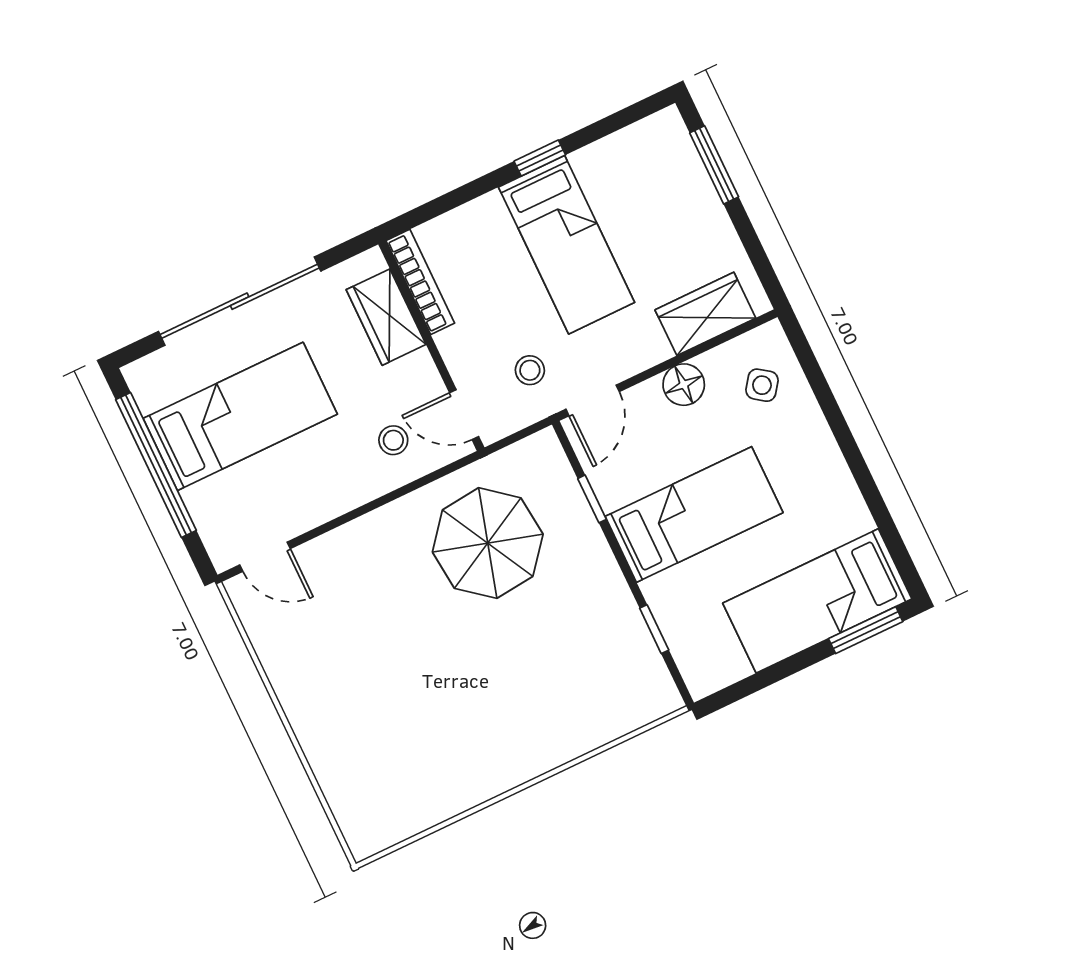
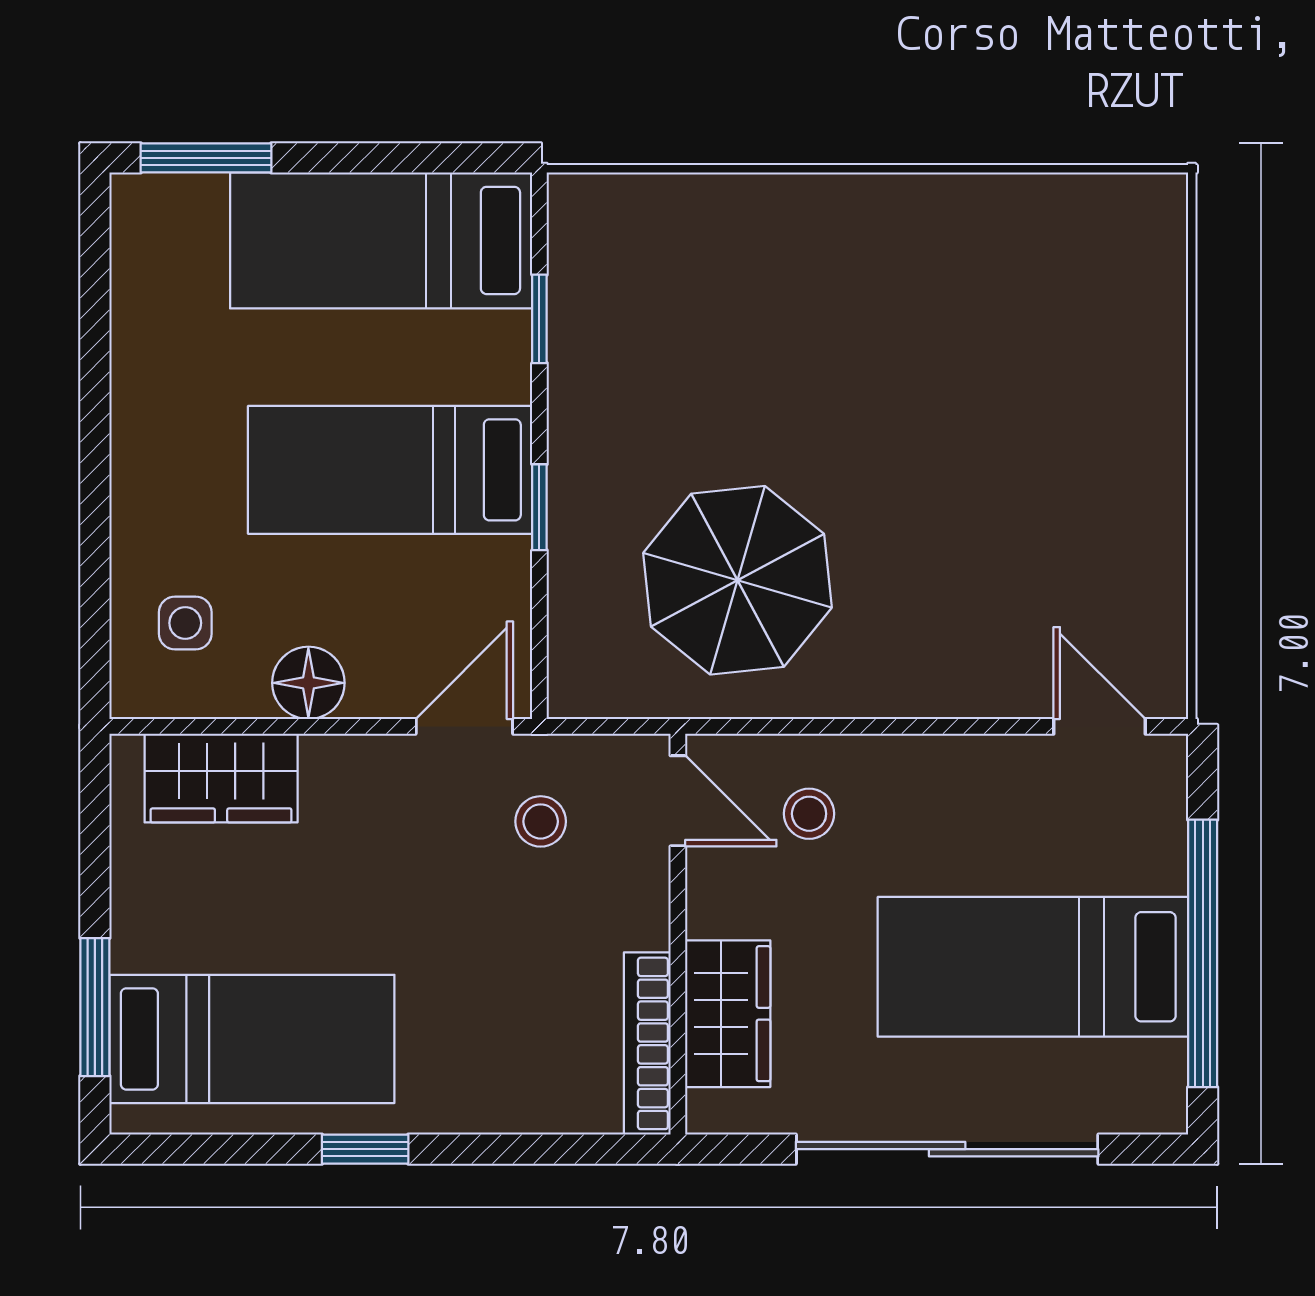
bed: (567, 245) -> (252, 1039), moved, turned 90
side table: (762, 385) -> (185, 623), turned -36
window: (592, 499) -> (539, 507), moved
bed: (817, 601) -> (381, 240), moved, turned 180

